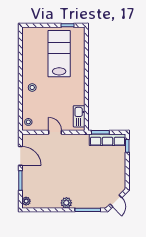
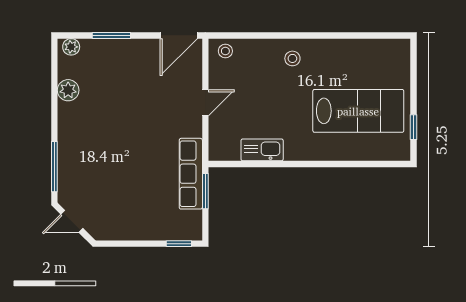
kitchen sink: (79, 116) -> (262, 150), moved
row of seats: (107, 140) -> (191, 174), moved
door: (20, 156) -> (179, 35), moved
plant: (66, 203) -> (68, 90), moved

